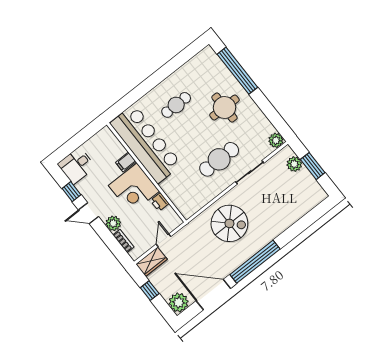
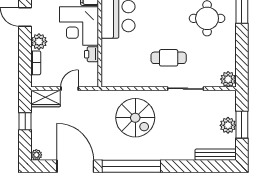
cafe table: (219, 159) -> (169, 58), width x0.73, depth x0.74
plant: (294, 164) -> (228, 125), moved
bench: (311, 204) -> (216, 155), added
plant: (179, 302) -> (36, 155), width x0.53, depth x0.53

